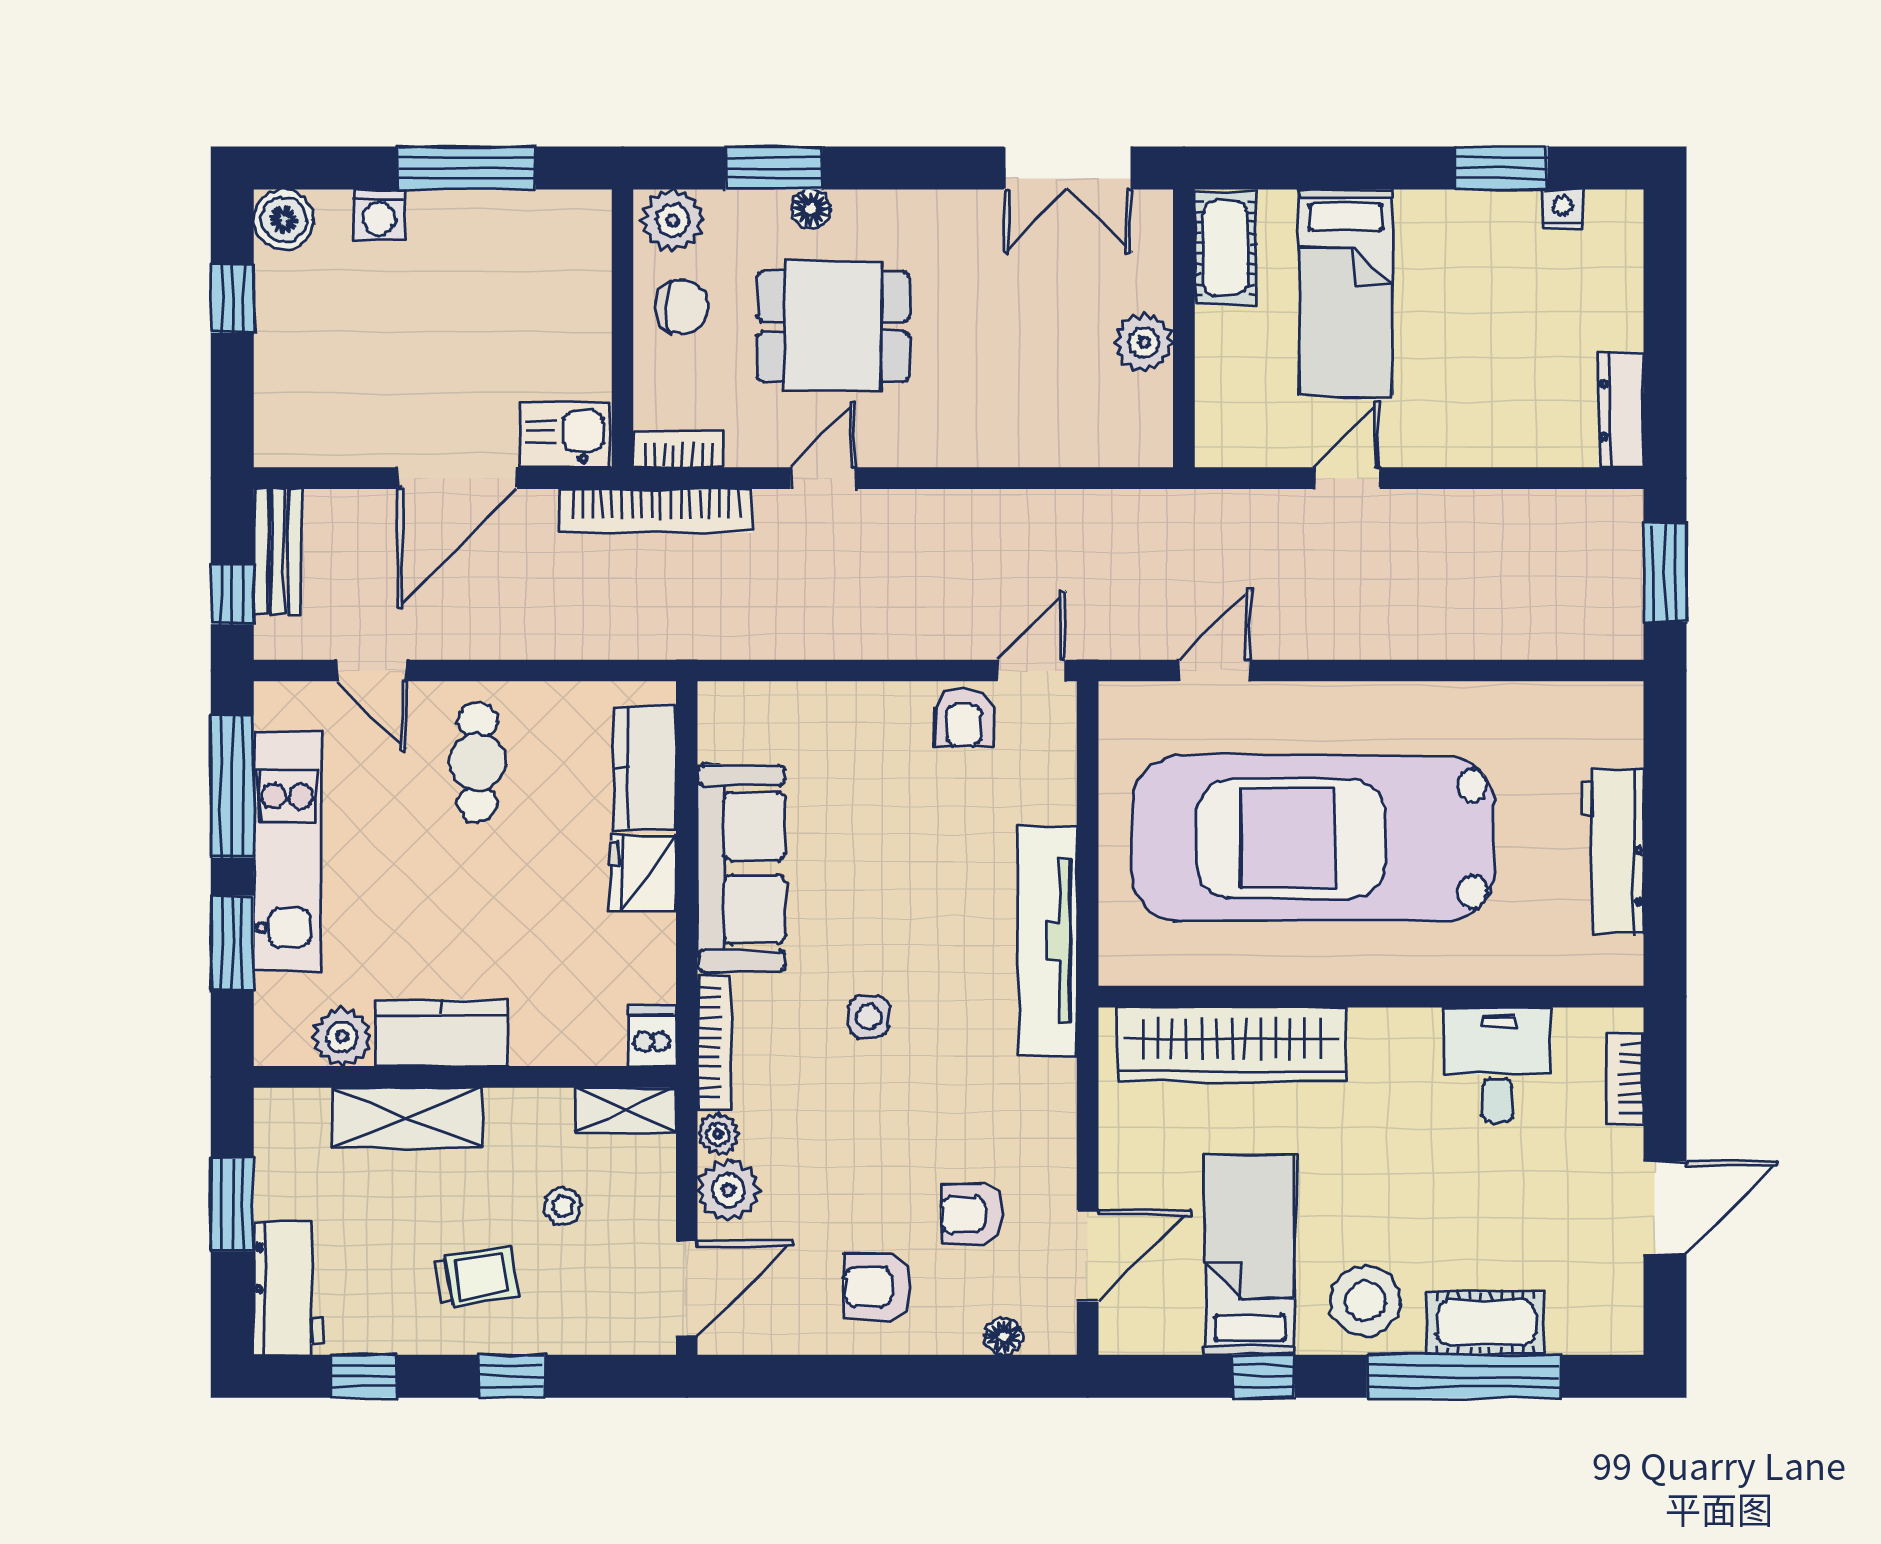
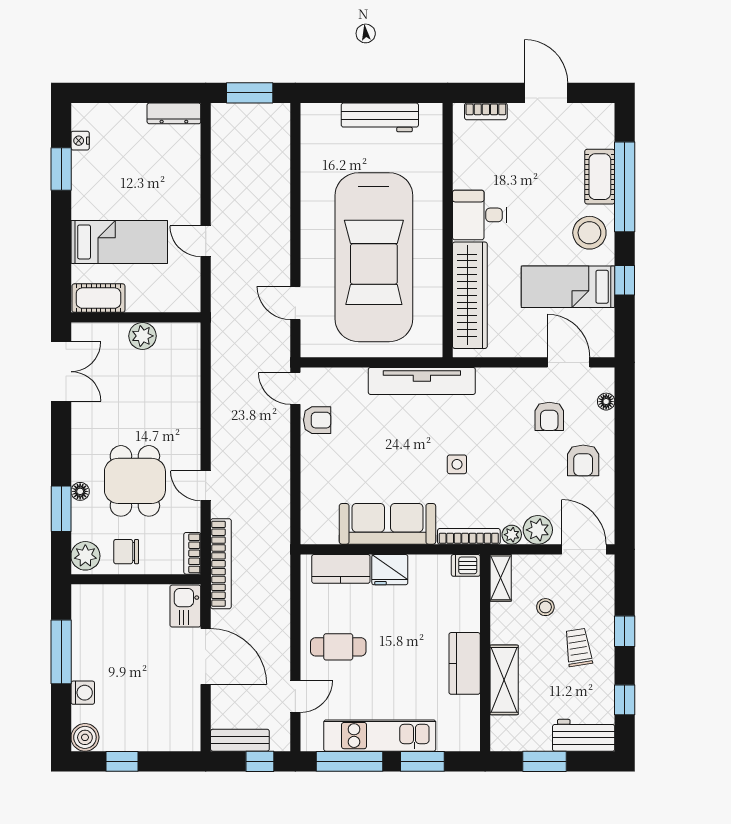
chair: (682, 307) -> (126, 552), turned -90
plant: (342, 1037) -> (466, 710), removed
desk: (1498, 1065) -> (479, 215), moved

